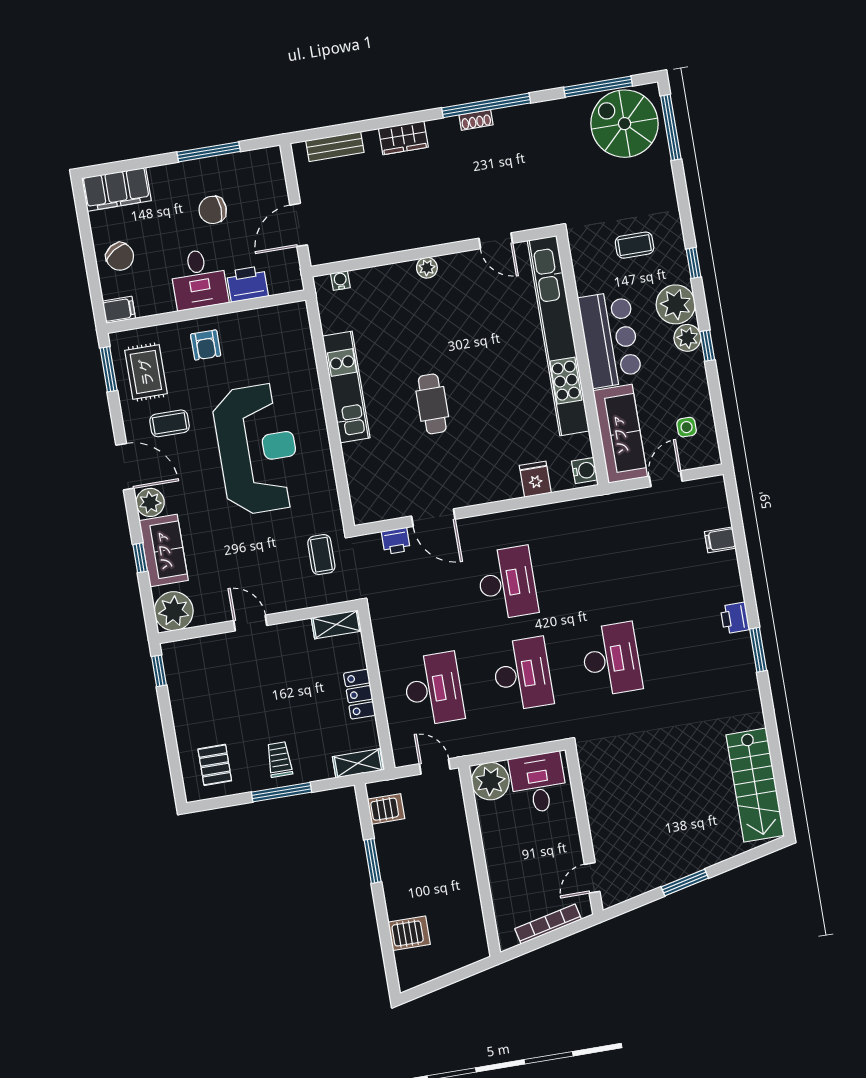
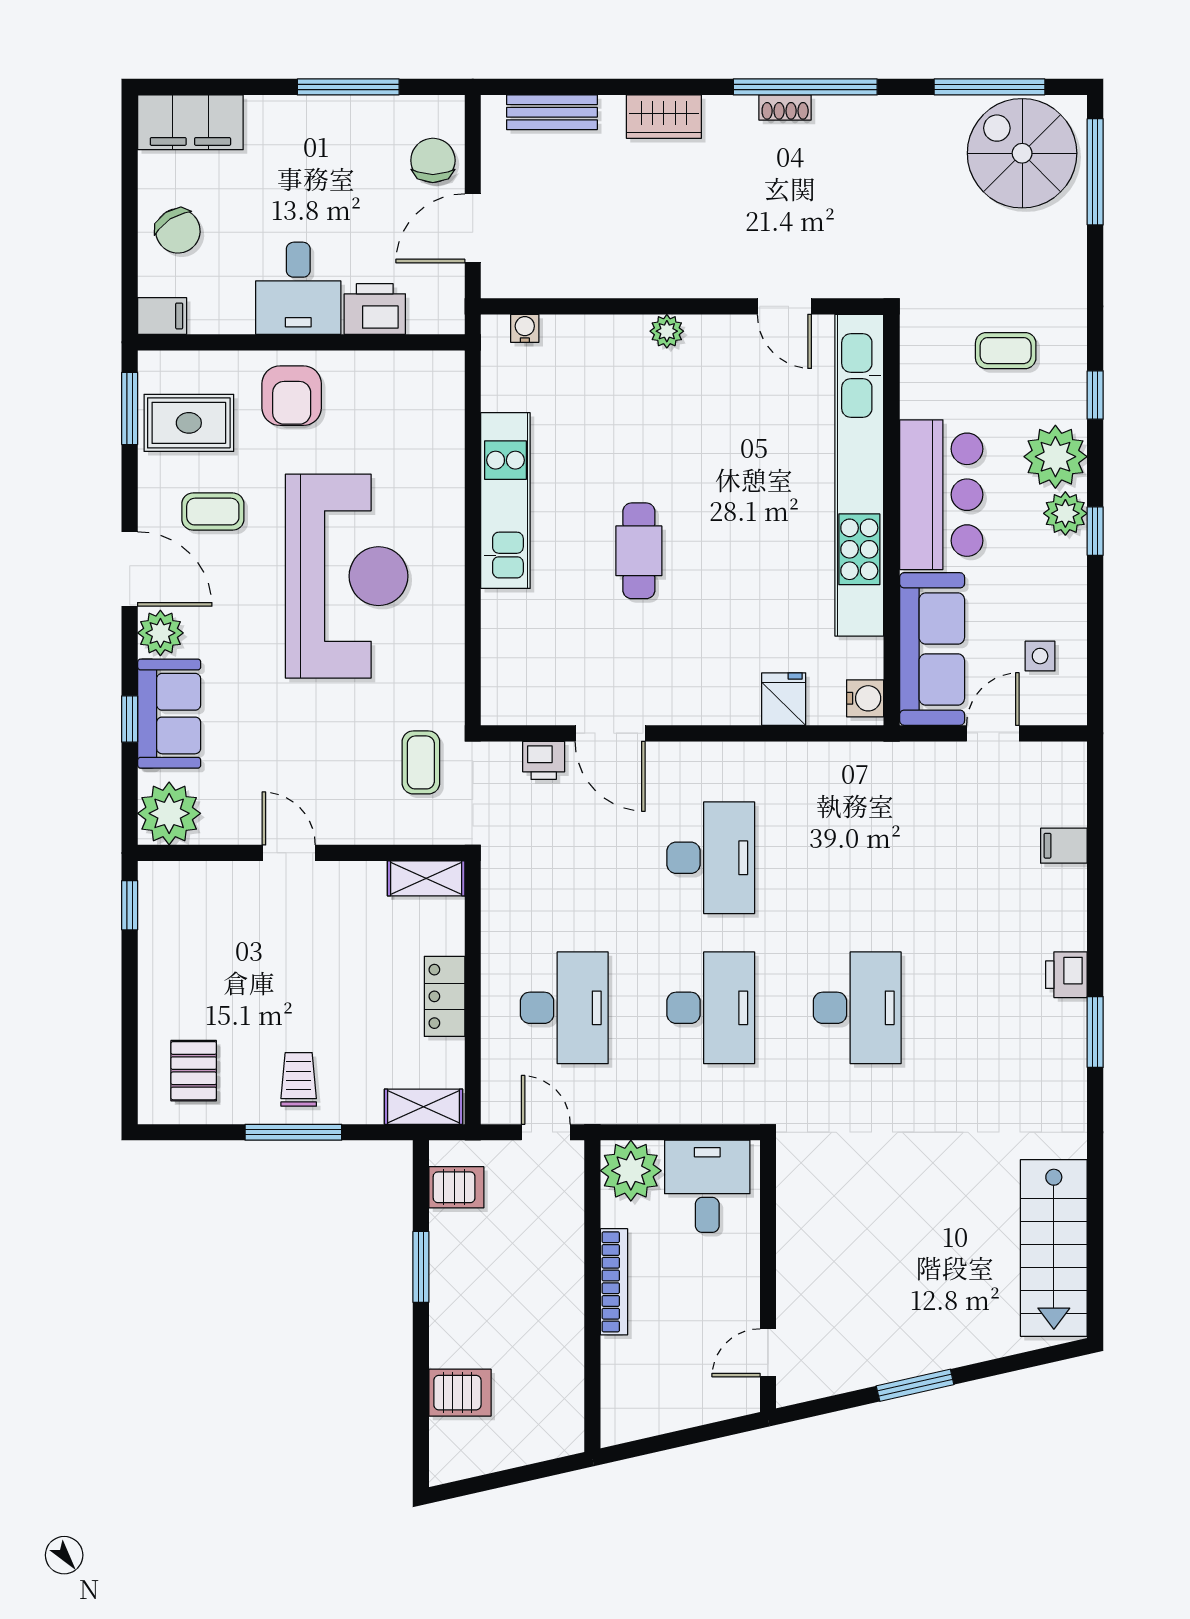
chair: (213, 210) -> (433, 160), moved, turned 93
armchair: (206, 345) -> (292, 396), width x1.38, depth x1.38
rug: (146, 372) -> (189, 423), turned 90
bookcase: (548, 924) -> (614, 1282), moved, turned 103

